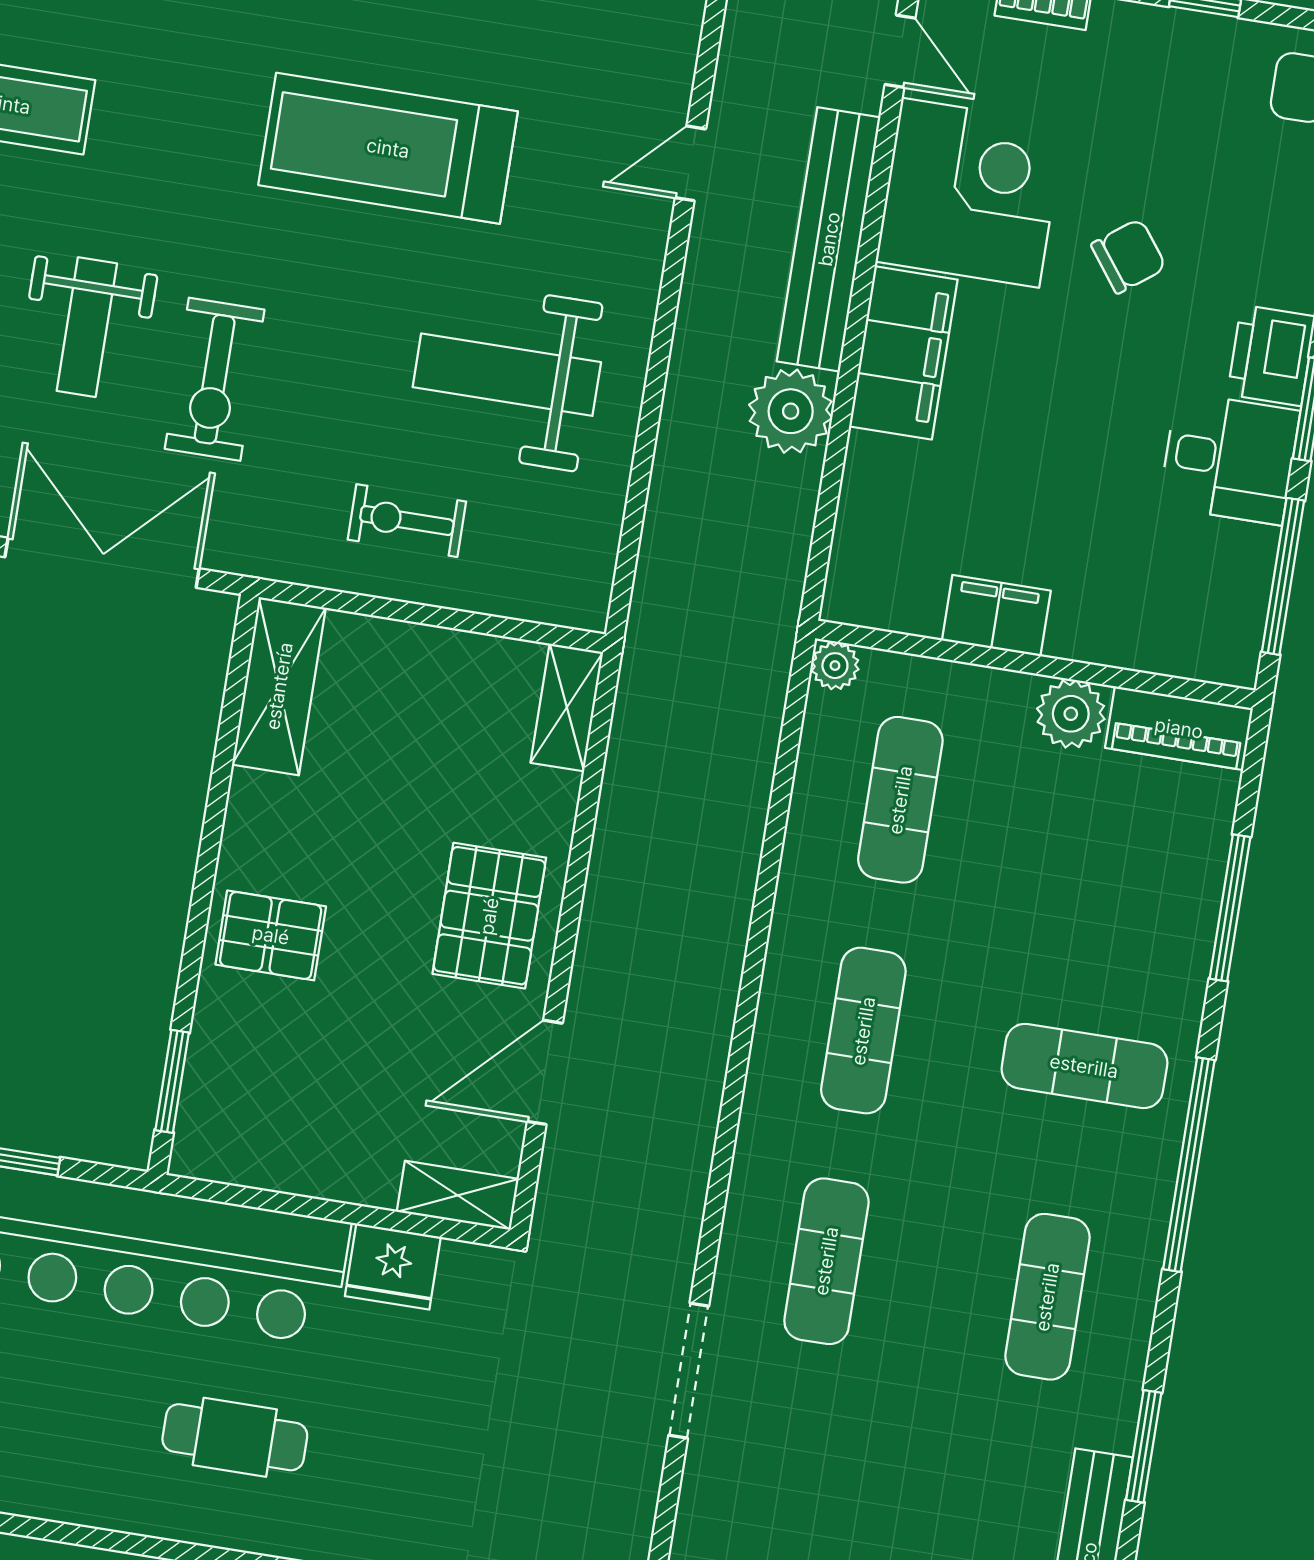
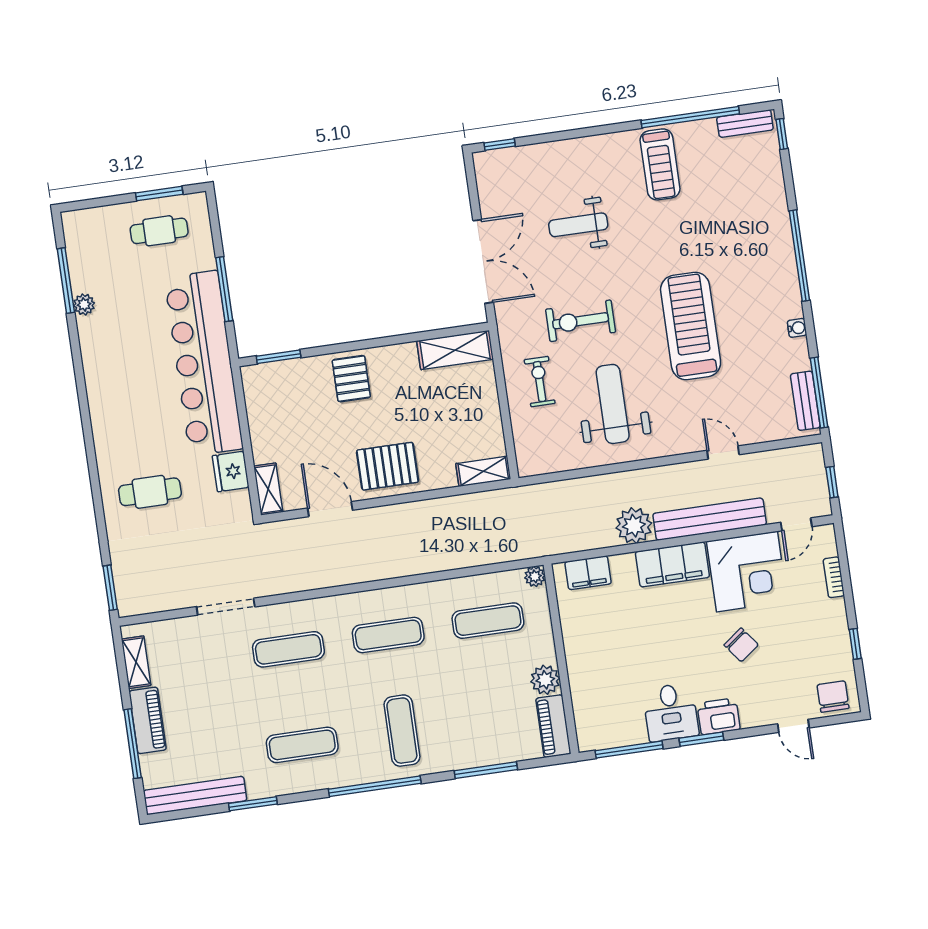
exercise bike: (215, 379) -> (581, 321), moved
filing cabinet: (996, 615) -> (588, 573), moved, turned 90
cafe table: (235, 1437) -> (150, 492), moved, turned 90

